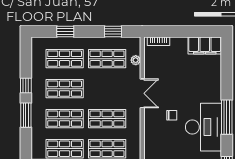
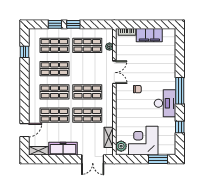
window: (113, 31) -> (73, 24), moved
filing cabinet: (205, 45) -> (149, 35), moved
window: (26, 85) -> (24, 52), moved
window: (26, 115) -> (24, 89), removed
desk: (203, 127) -> (165, 103), width x0.73, depth x0.77

